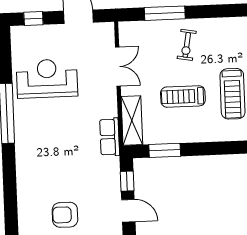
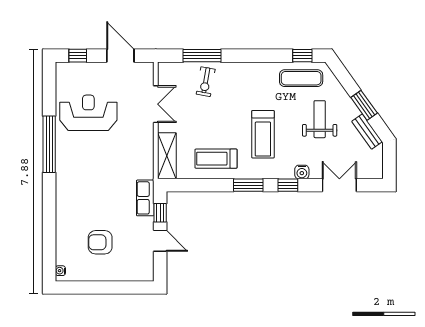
exercise bike: (187, 45) -> (206, 82), moved
treadmill: (183, 96) -> (216, 159), moved
row of seats: (110, 137) -> (145, 198), moved
window: (165, 150) -> (248, 185), moved

